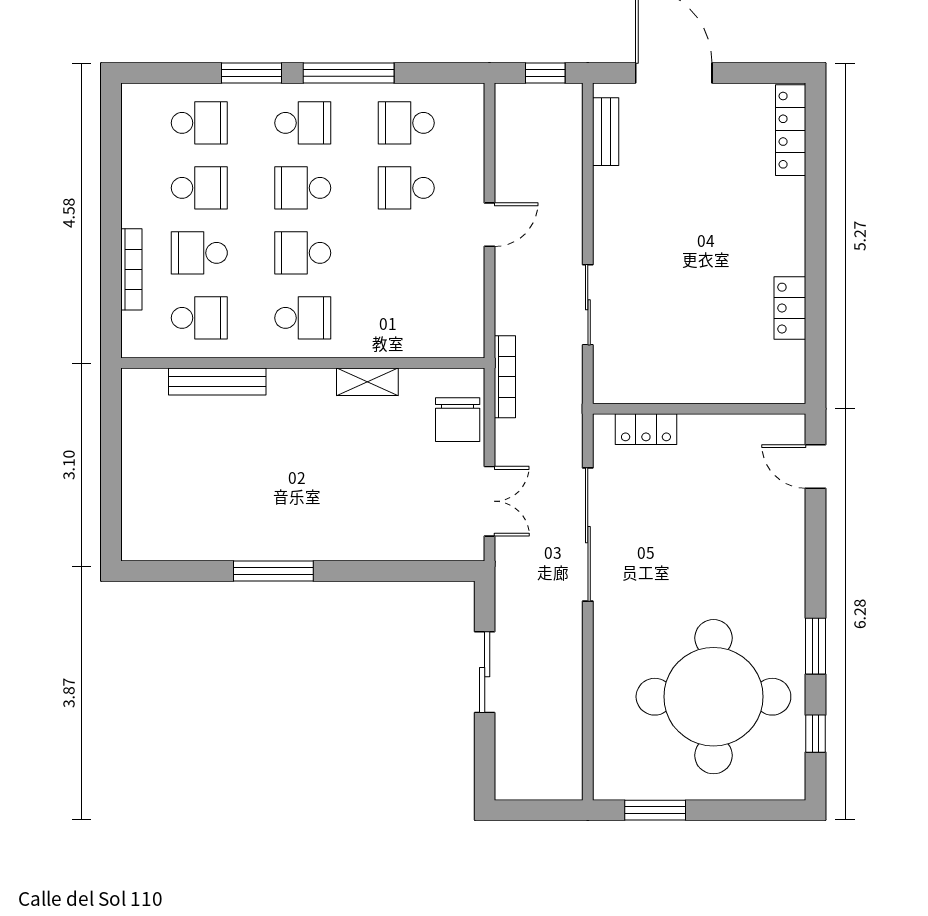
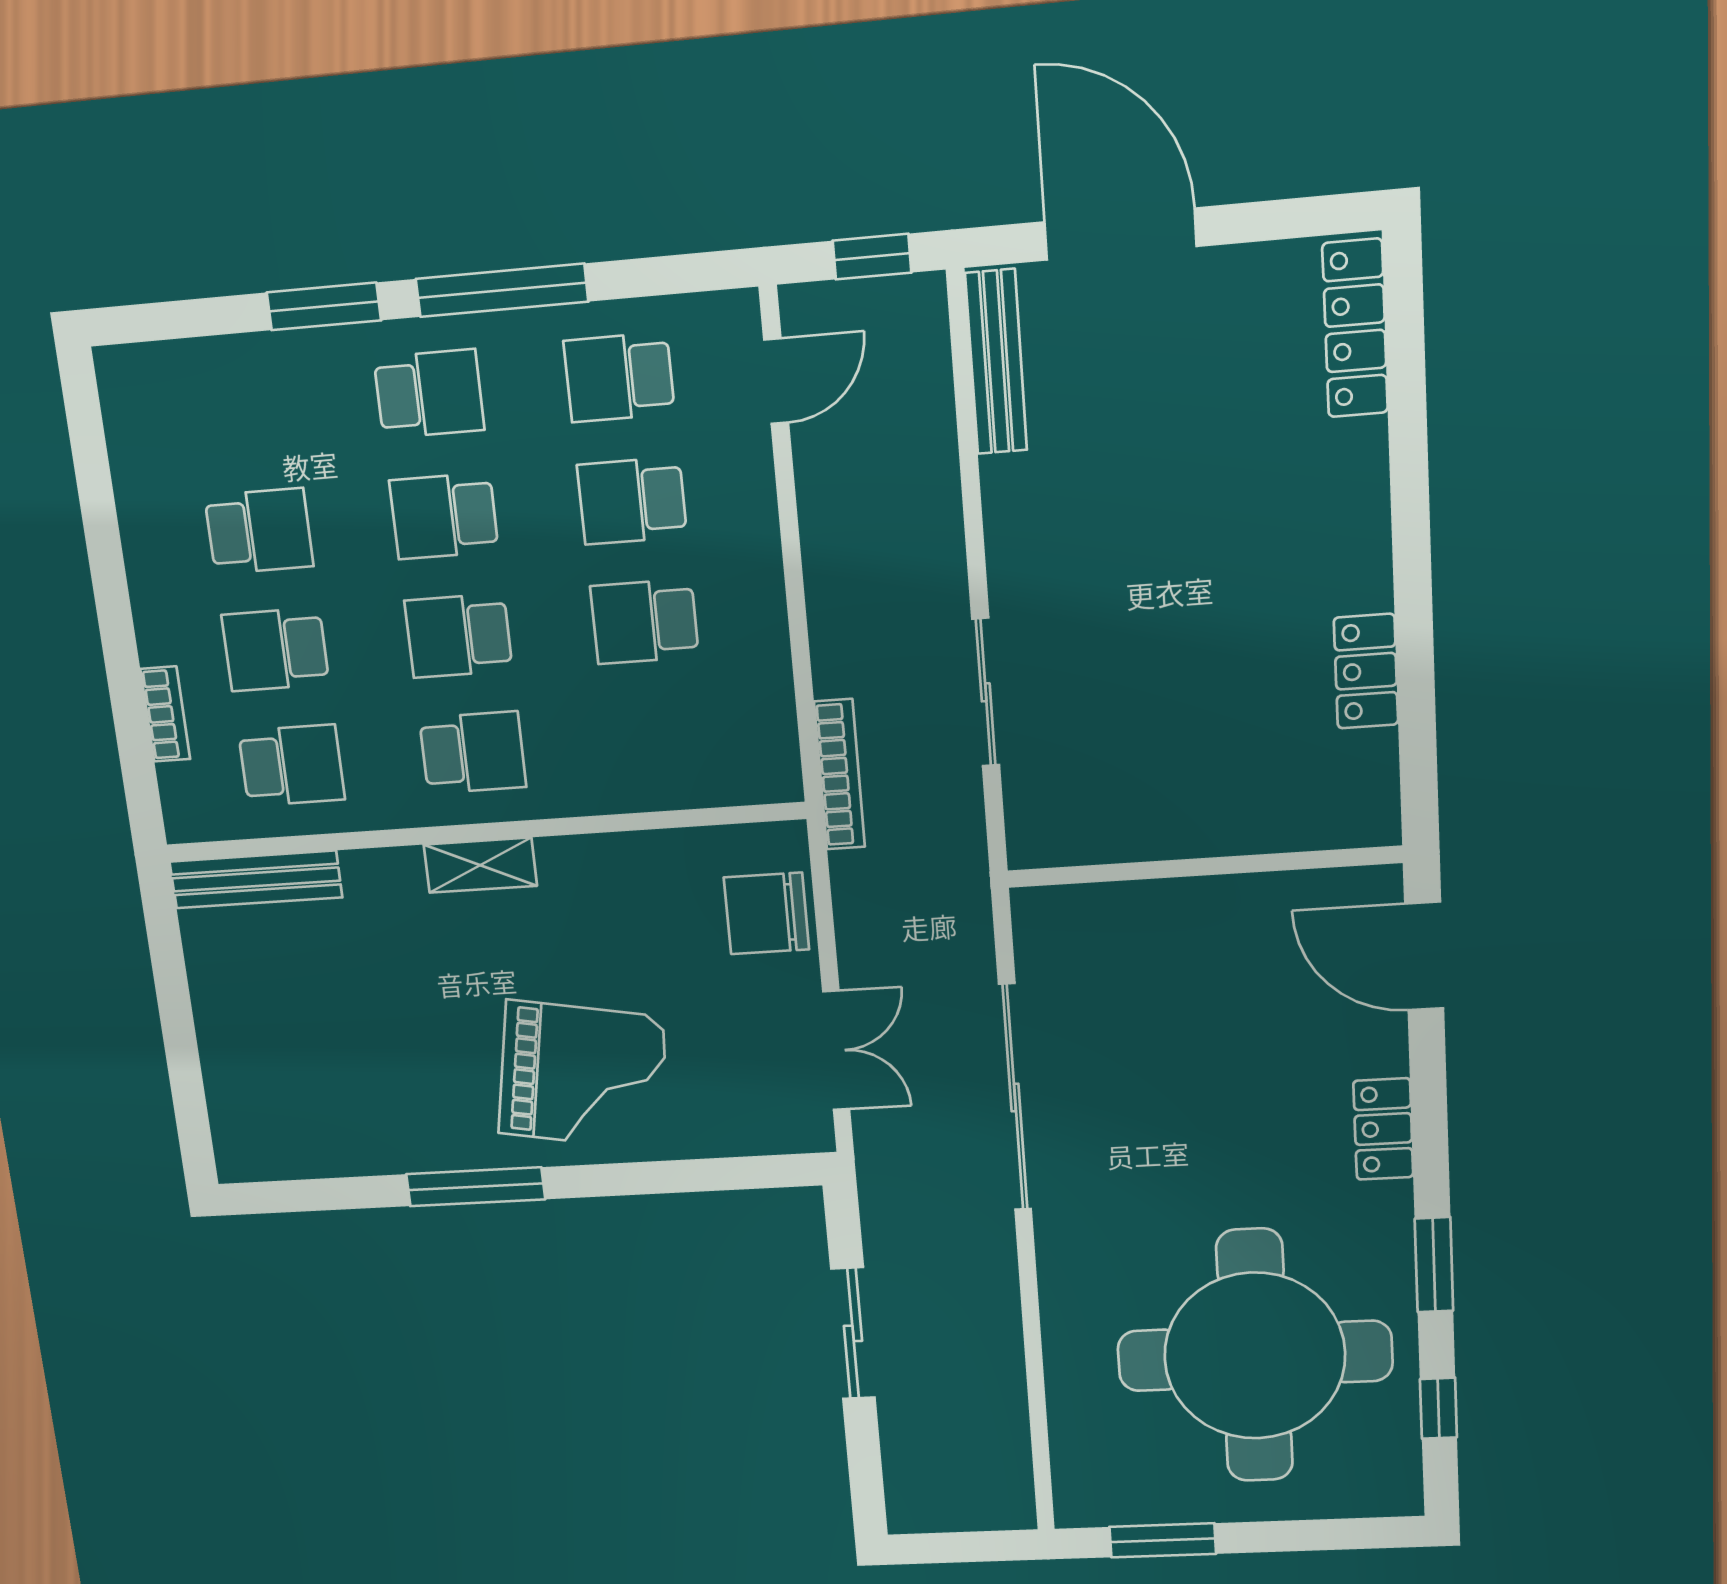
school desk: (199, 123) -> (645, 622), moved, turned 180
bench: (606, 132) -> (996, 362), width x1.36
door: (490, 225) -> (776, 381), moved
bookcase: (131, 269) -> (165, 714), width x0.64
bookcase: (505, 377) -> (840, 774), moved
bench: (217, 381) -> (256, 879), moved
shelving: (367, 382) -> (480, 865), moved
chair: (458, 420) -> (767, 913), turned 90
locker: (646, 429) -> (1383, 1129), moved, turned 90
door: (816, 466) -> (1424, 956), width x1.38
grand piano: (343, 508) -> (582, 1075), added

